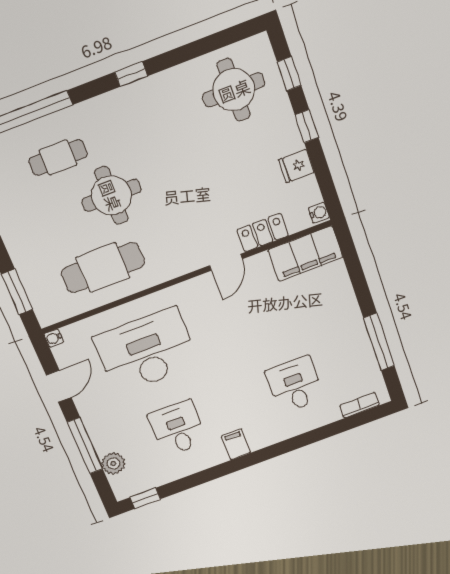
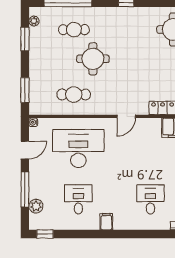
door: (226, 262) -> (126, 116), moved
cafe table: (103, 268) -> (74, 95), width x0.73, depth x0.74

